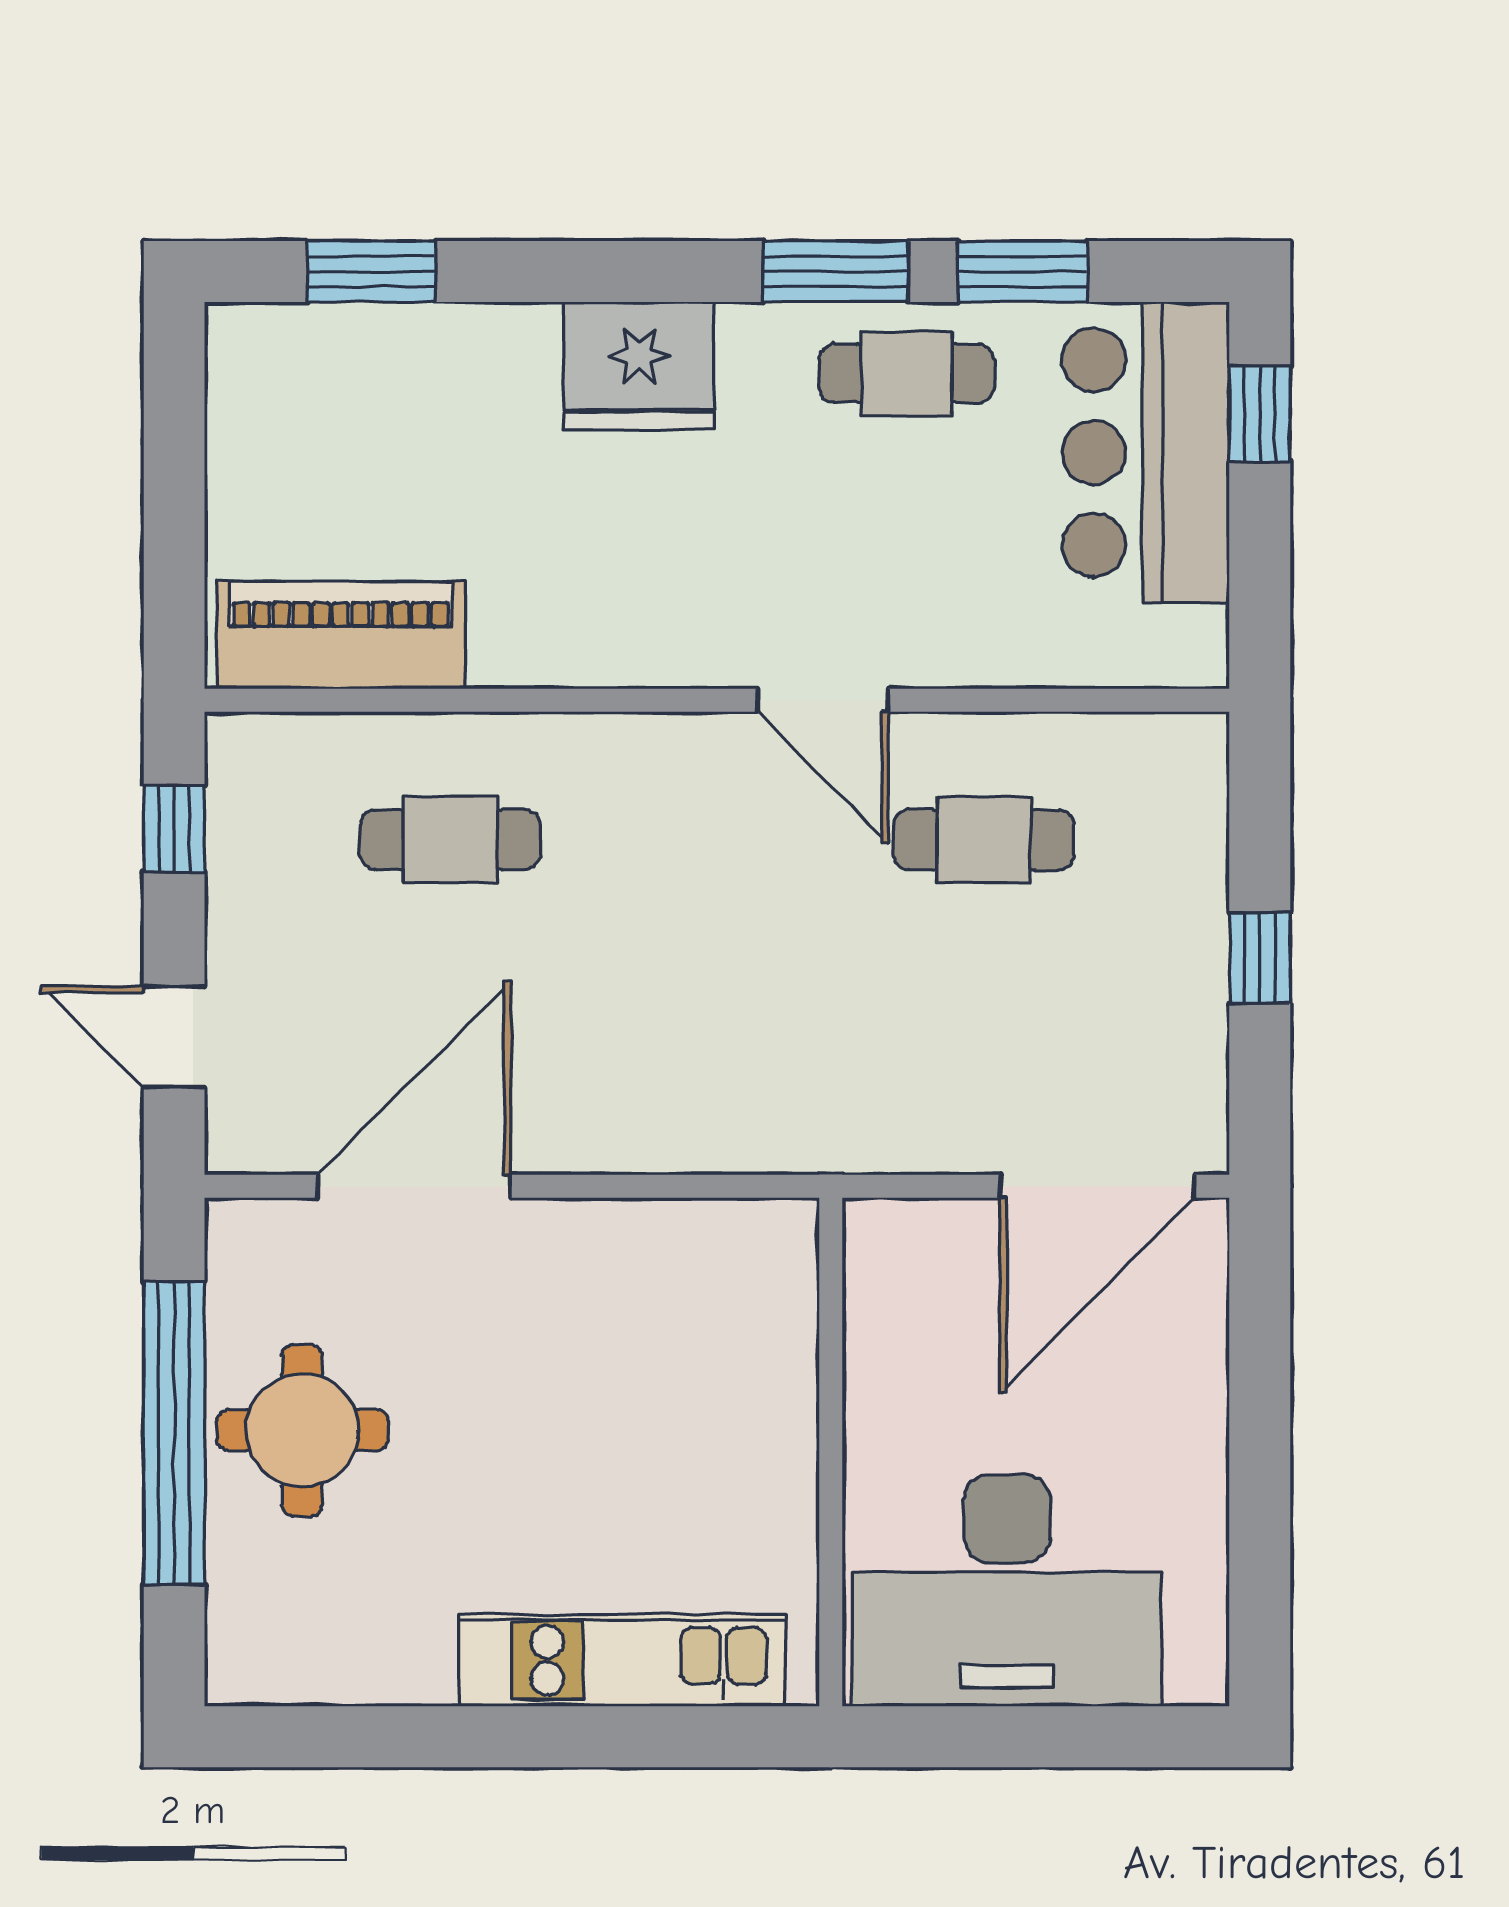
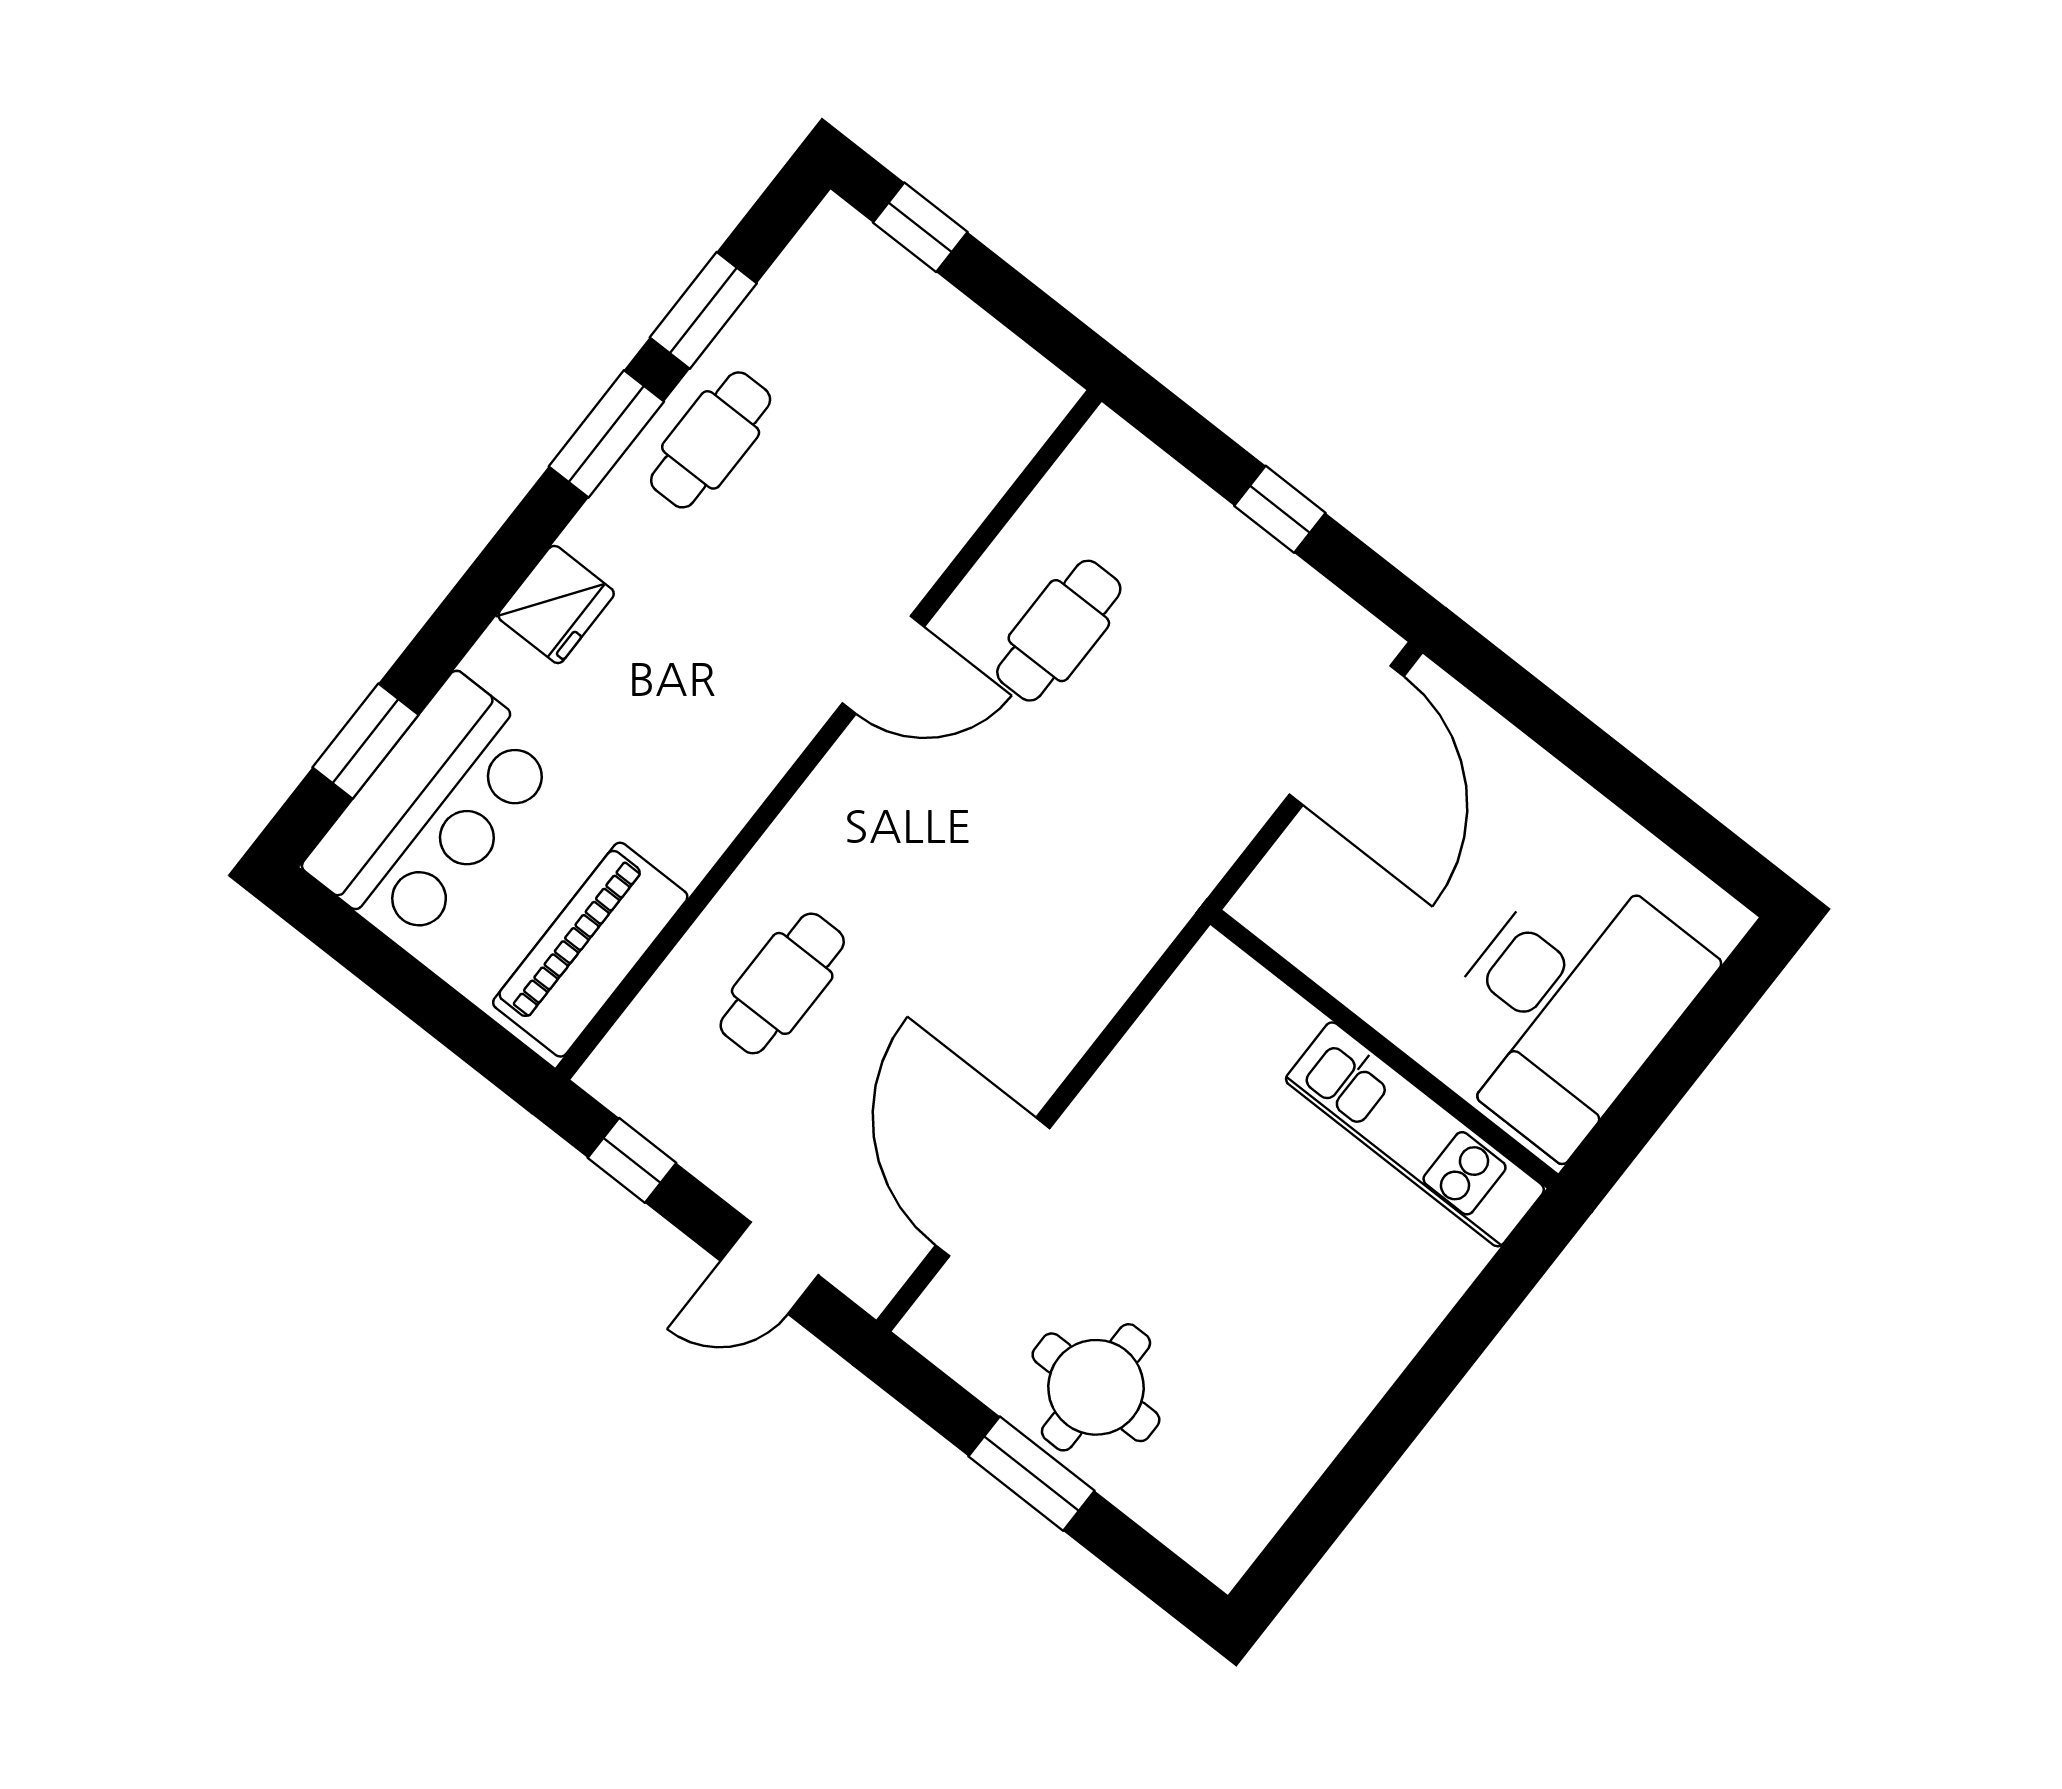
fridge: (639, 366) -> (556, 604), width x0.73, depth x0.75
bar counter: (1146, 452) -> (433, 811), moved, turned -90
window: (174, 1433) -> (1032, 1474), width x0.47
kitchen unit: (622, 1660) -> (1415, 1134), moved, turned -90

